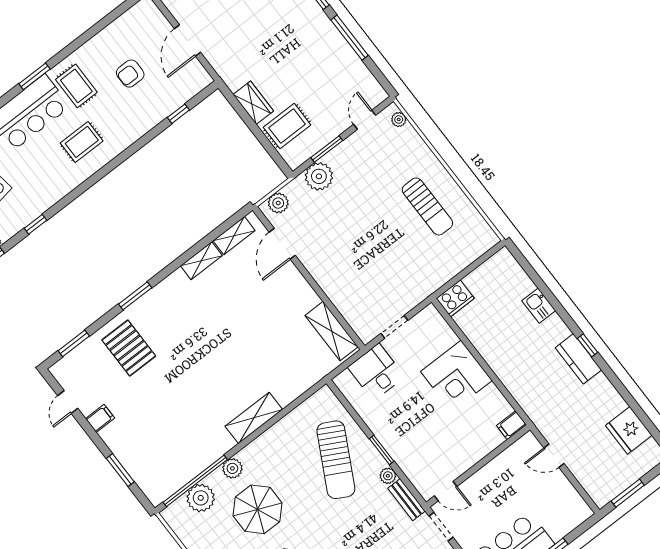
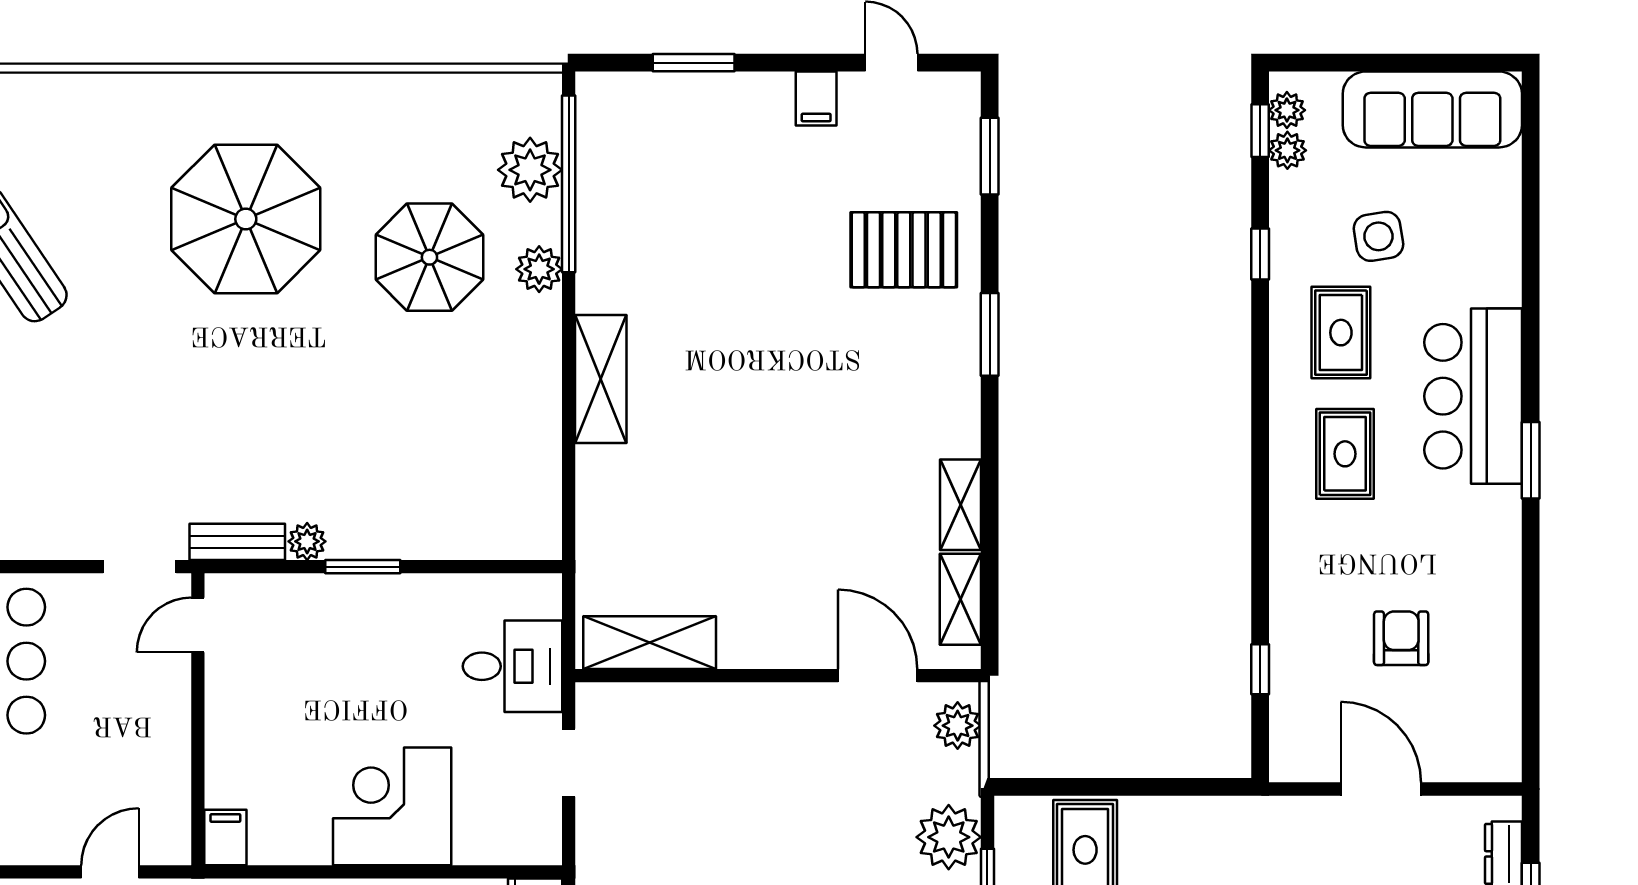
rug: (76, 86) -> (1341, 333), moved, turned 90
wardrobe: (253, 103) -> (1175, 821), removed
sun lounger: (336, 460) -> (409, 469), removed

